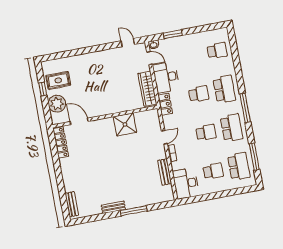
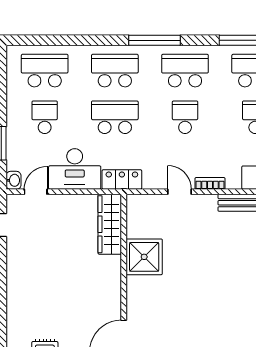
school desk: (217, 51) -> (45, 71), width x1.85
school desk: (191, 55) -> (45, 117), added
wardrobe: (147, 89) -> (110, 224), moved, turned 90
school desk: (199, 94) -> (115, 117), width x1.85

